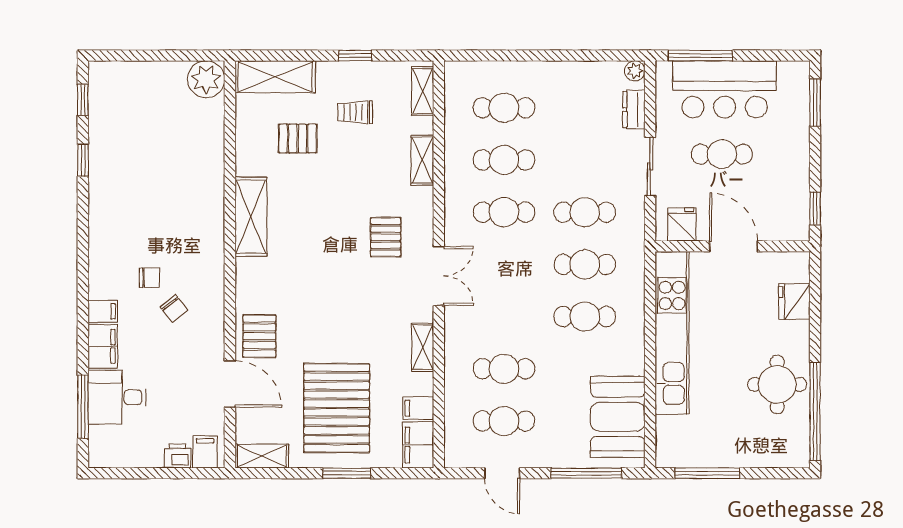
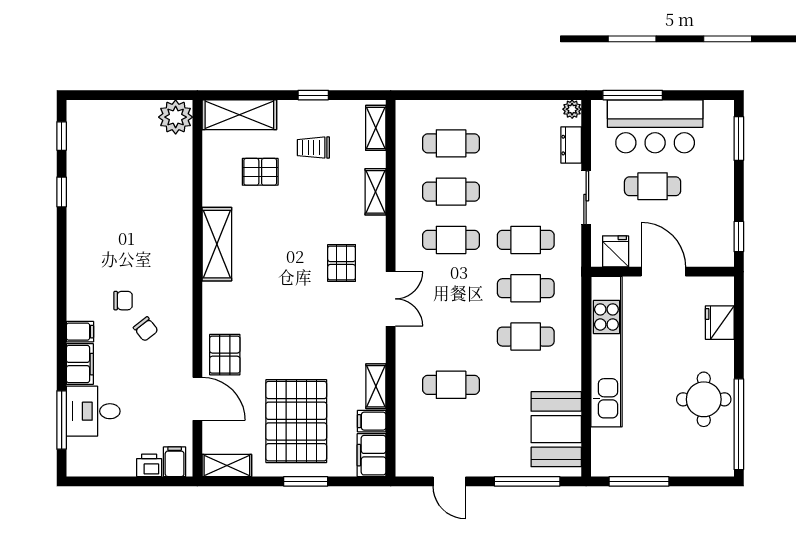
shelving: (423, 347) -> (376, 386), moved
cafe table: (504, 421) -> (451, 433), removed

